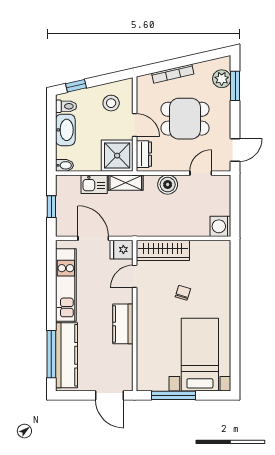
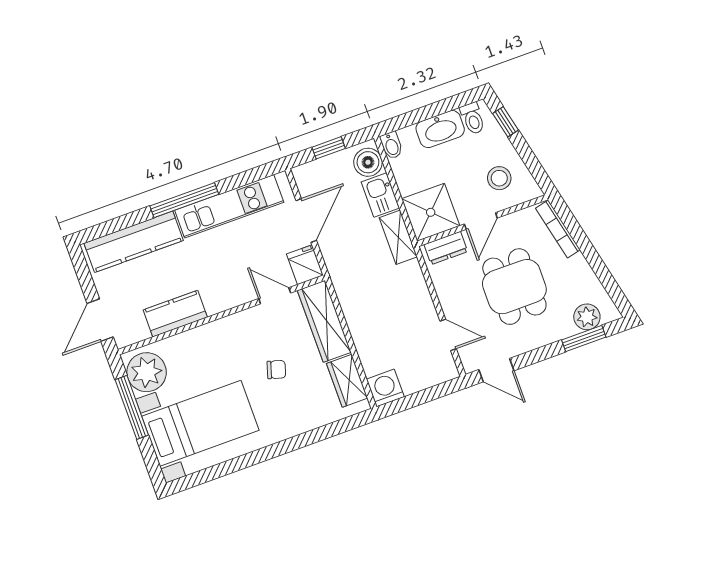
bookcase: (173, 74) -> (558, 229), moved
boiler: (168, 185) -> (368, 162), moved
wardrobe: (207, 249) -> (347, 381), added
kitchen counter: (123, 324) -> (175, 314), moved
window: (51, 354) -> (184, 200), moved
plant: (154, 378) -> (147, 372), added

